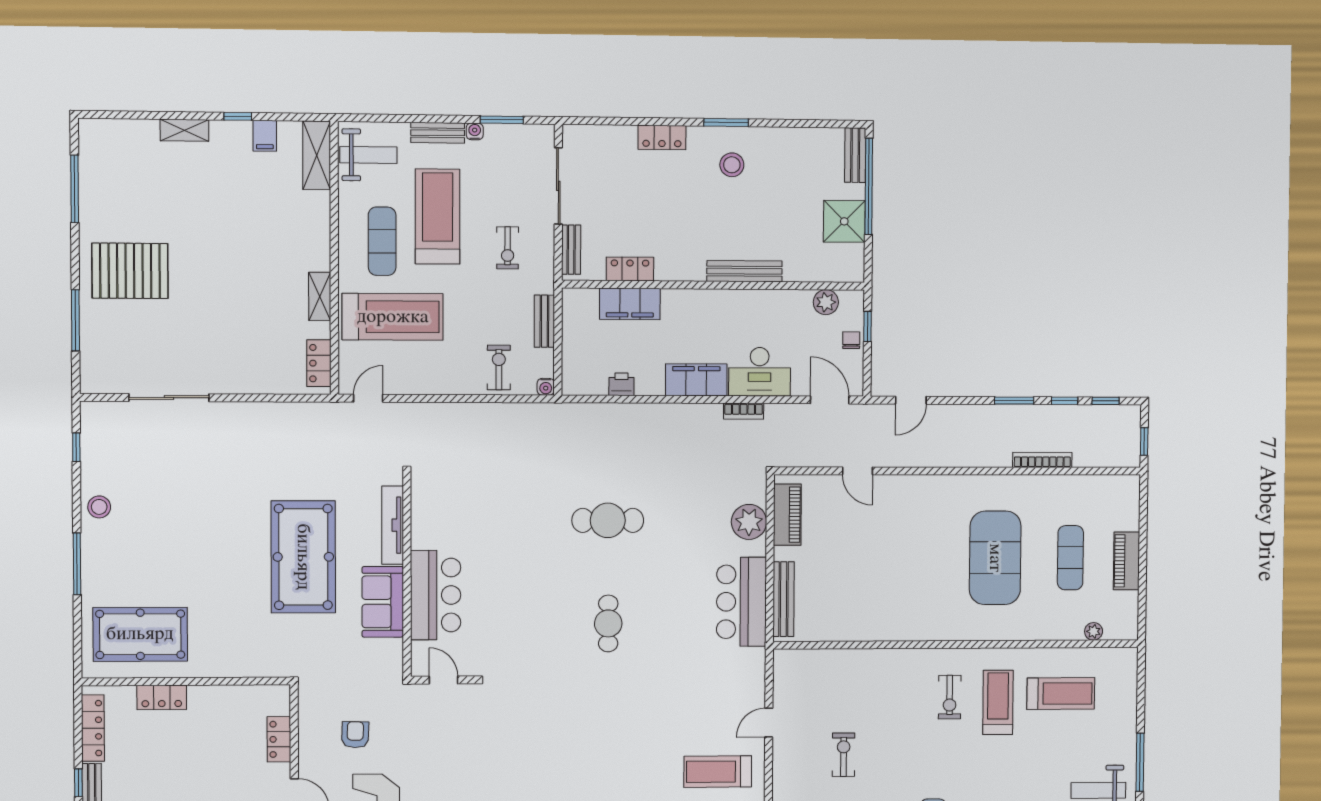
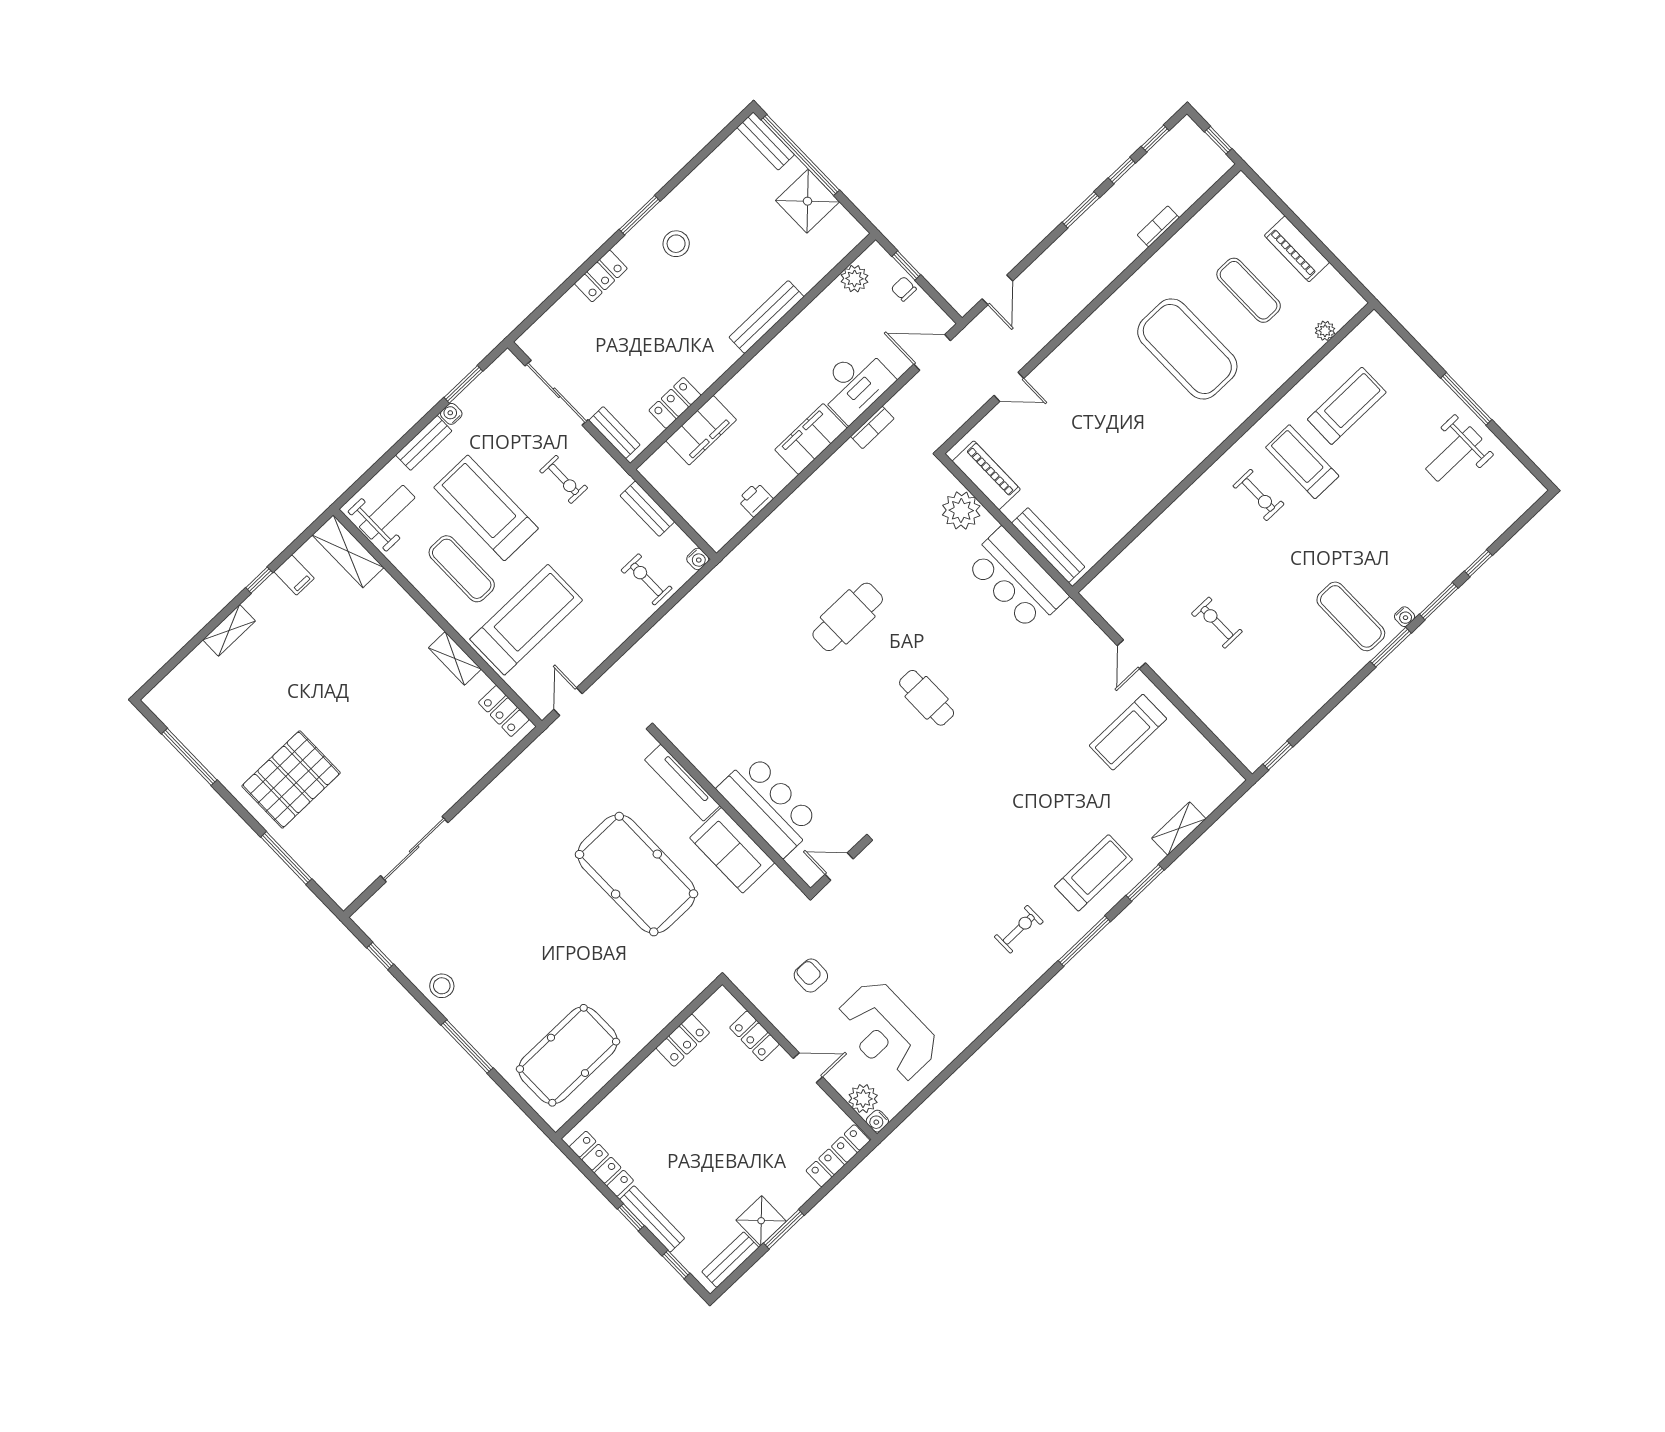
bookcase: (1042, 460) -> (1158, 226), width x0.64
locker: (162, 697) -> (683, 1040), moved

